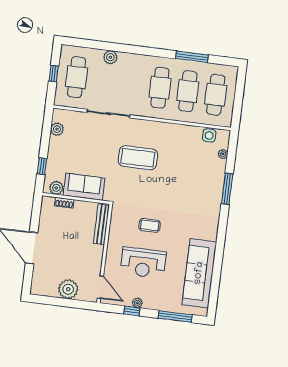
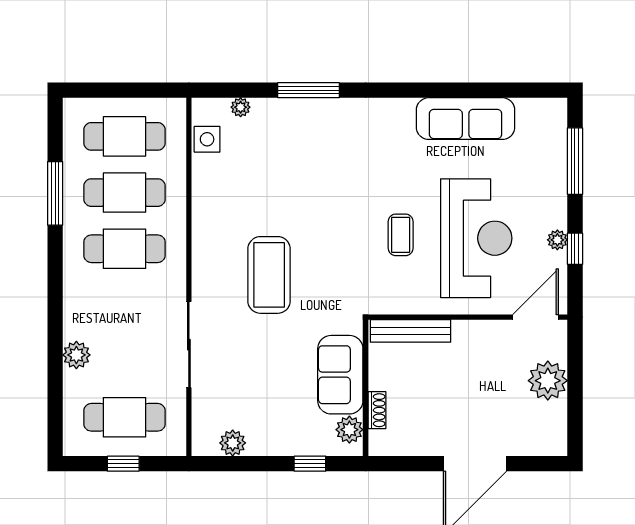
reception desk: (143, 263) -> (476, 238), width x1.36, depth x1.30
sofa: (199, 273) -> (466, 119), width x0.74, depth x0.79

